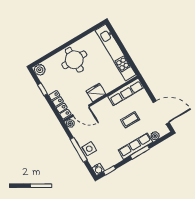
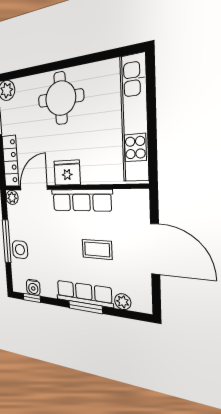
row of seats: (126, 92) -> (81, 200), moved
door: (81, 111) -> (34, 188), swing flipped
door: (161, 112) -> (155, 249), moved
water cooler: (98, 169) -> (33, 287), moved

